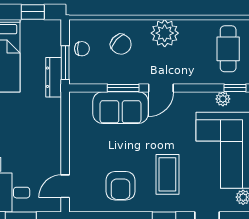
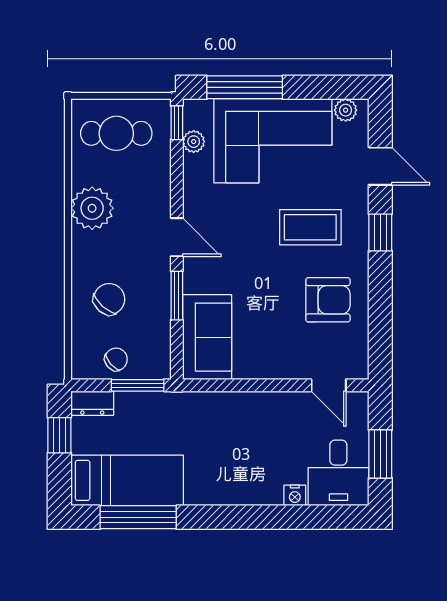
plant: (165, 33) -> (92, 208), moved
chair: (82, 49) -> (116, 359), turned 49
dresser: (54, 77) -> (92, 403), moved, width x0.70
sofa: (120, 108) -> (207, 337), moved

